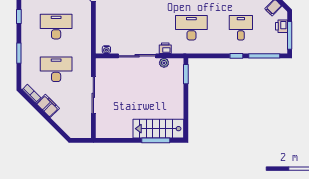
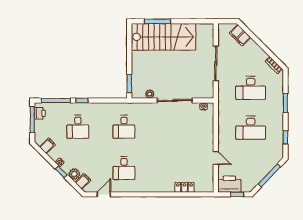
printer: (282, 26) -> (40, 113), moved
desk: (191, 28) -> (124, 127), width x0.73
printer: (165, 48) -> (149, 108), removed
filing cabinet: (48, 106) -> (240, 35), moved
stairs: (158, 129) -> (164, 37), width x1.36, depth x1.51

